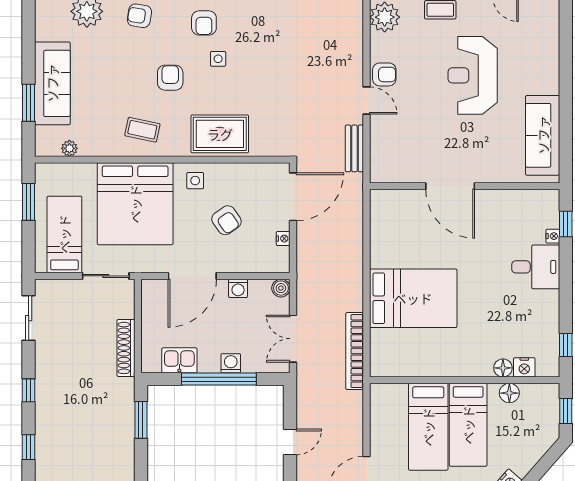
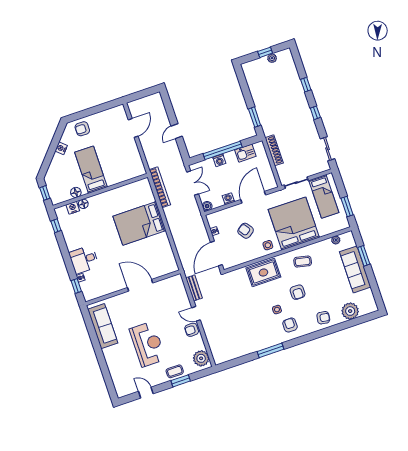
bed: (428, 427) -> (110, 162), removed

